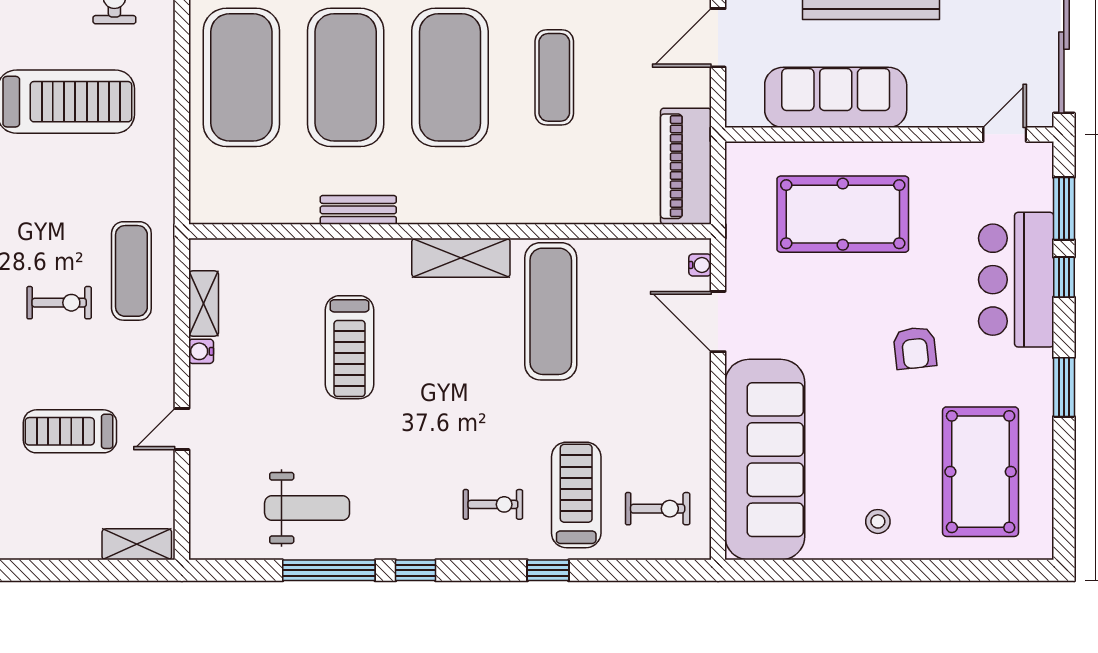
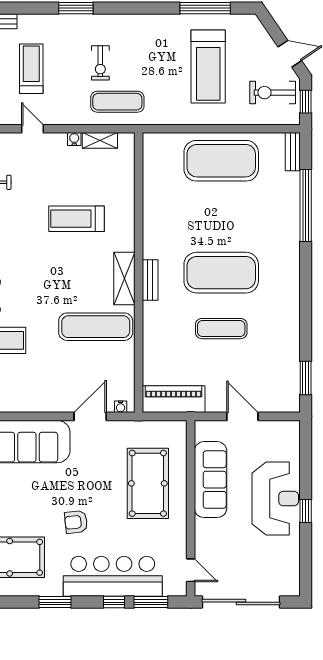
exercise mat: (346, 77) -> (221, 217), removed
bench: (358, 210) -> (150, 280), moved
bar counter: (1016, 280) -> (113, 576), width x1.36

